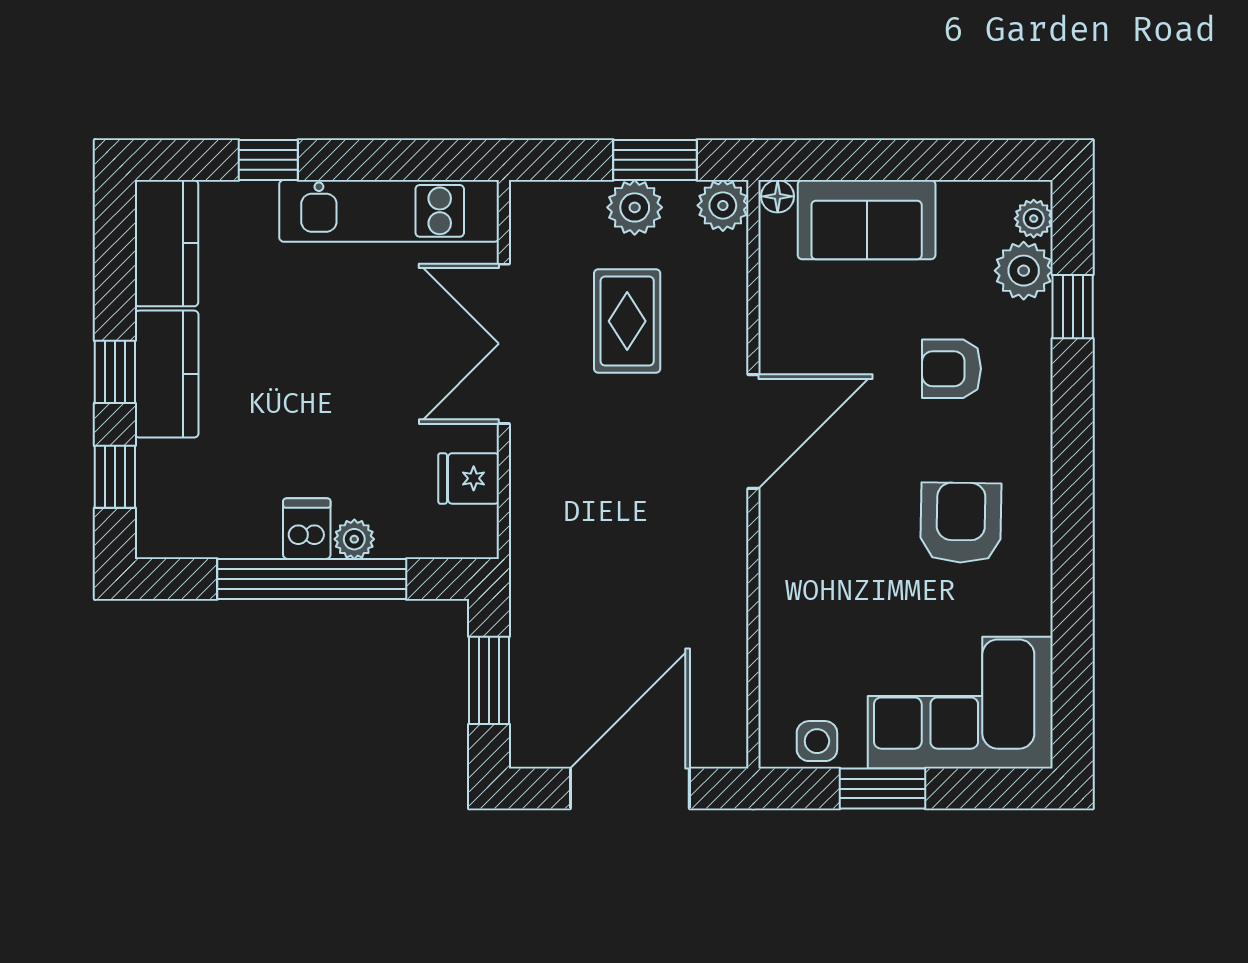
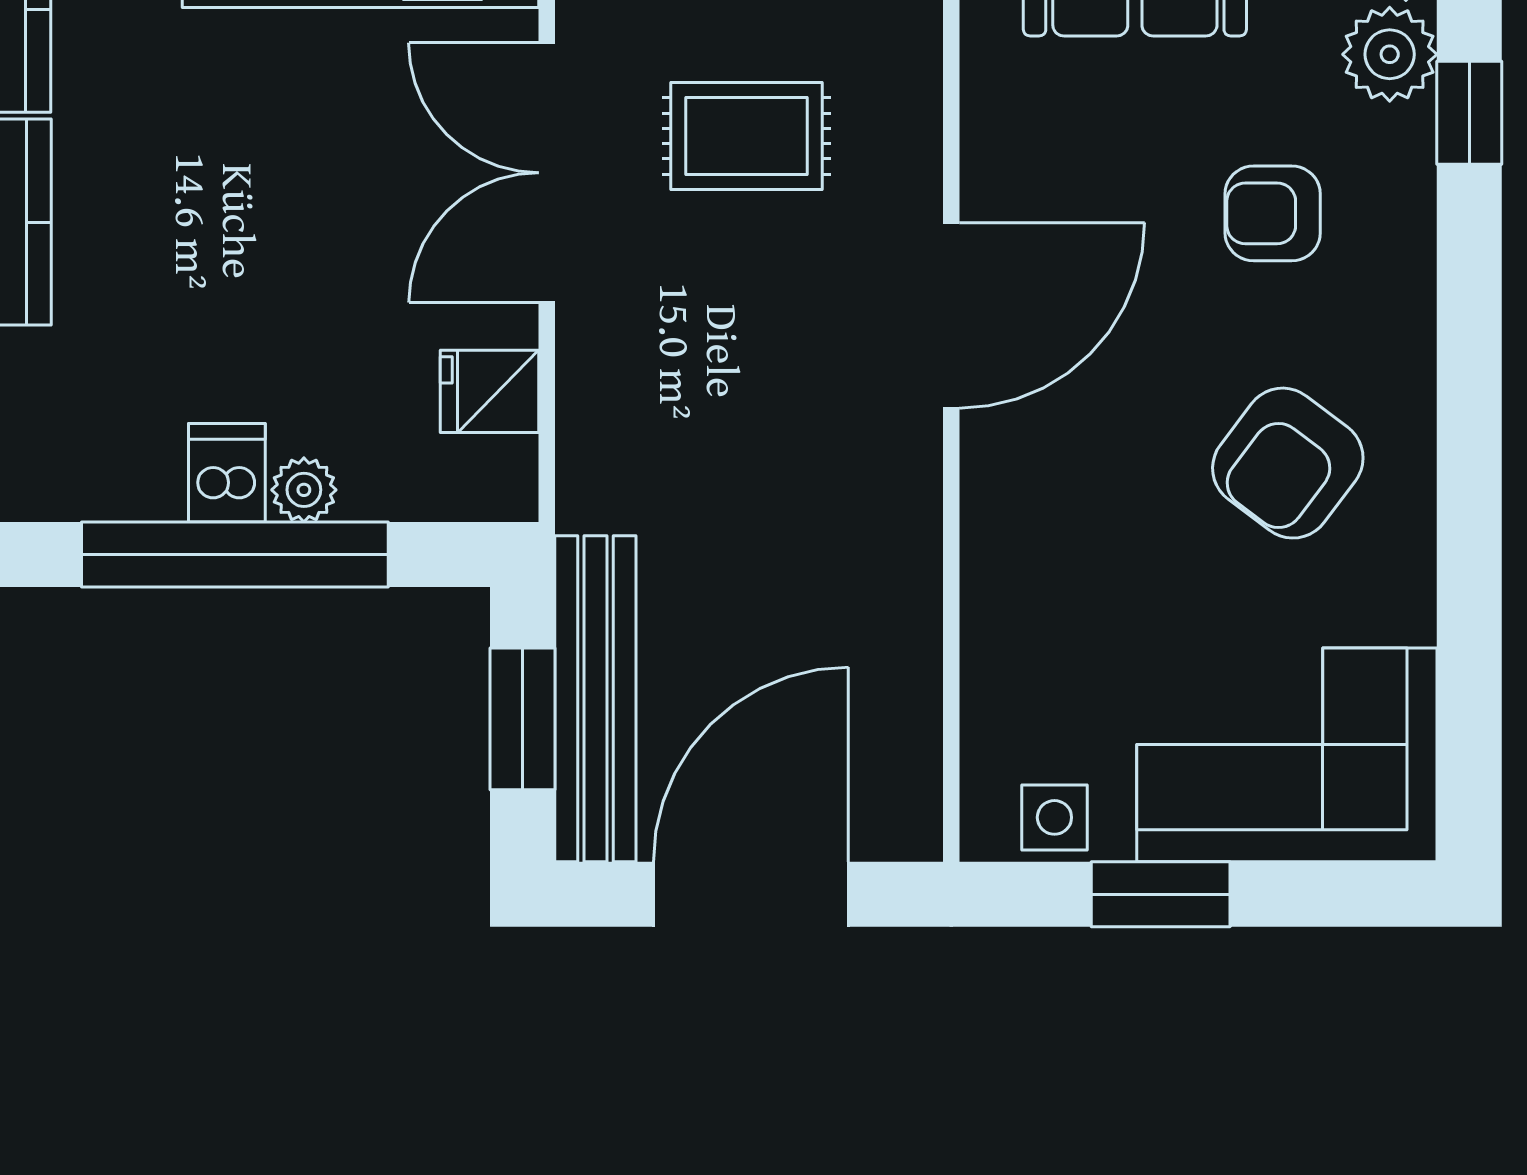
rug: (627, 321) -> (747, 136), turned 90
armchair: (961, 523) -> (1288, 463), turned -144
bench: (534, 668) -> (595, 699), added

